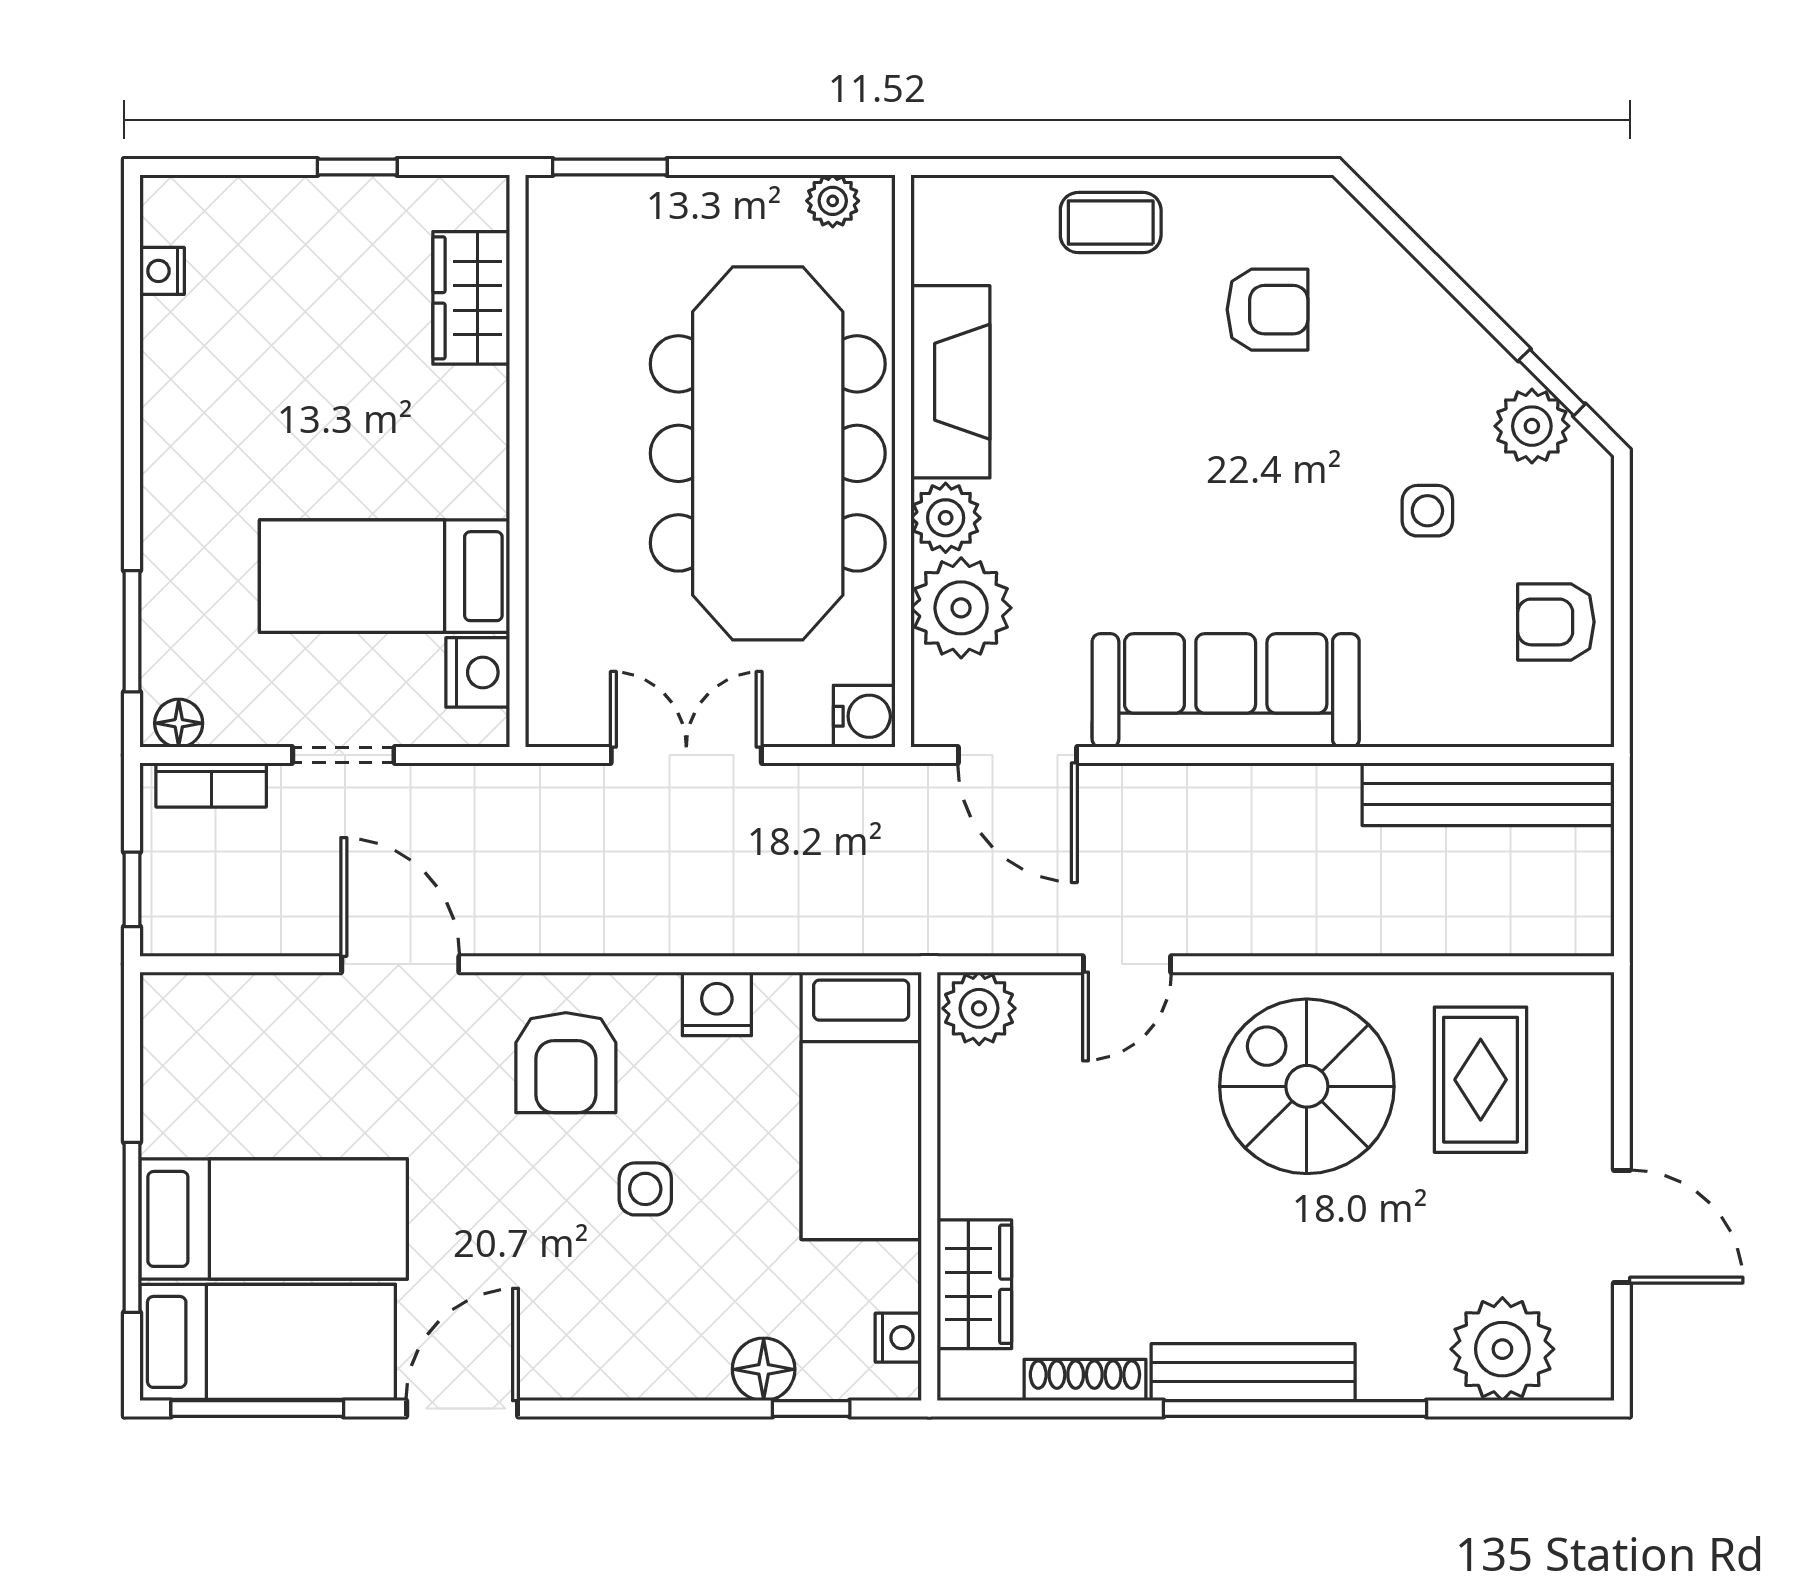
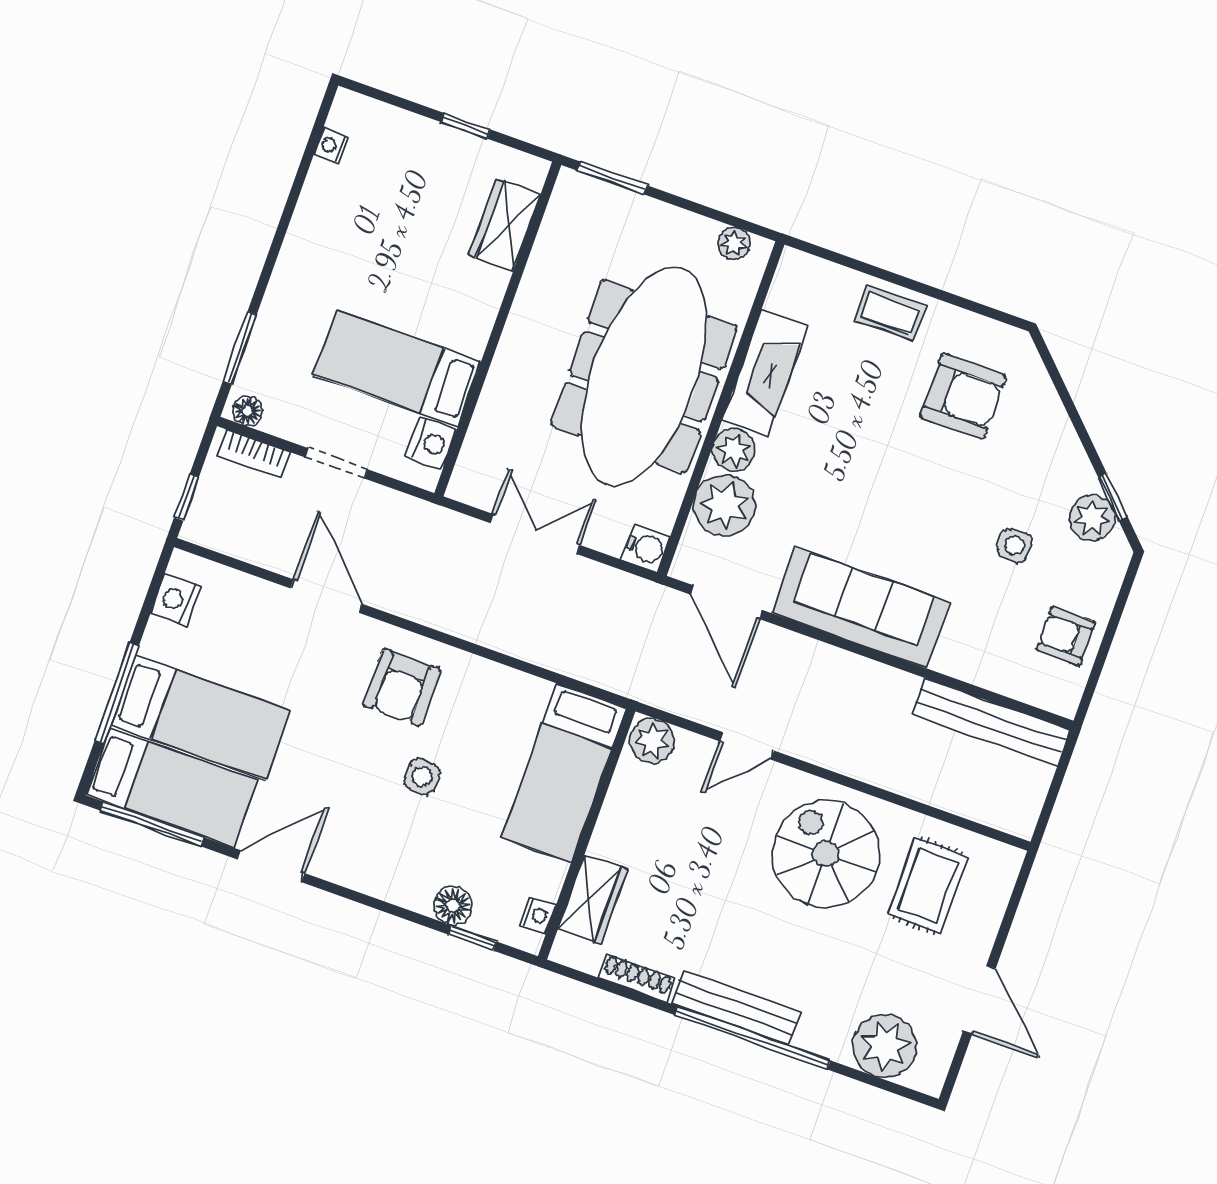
armchair: (1267, 310) -> (963, 396), width x1.38, depth x1.38
nightstand: (717, 1004) -> (176, 600), moved, turned -90

